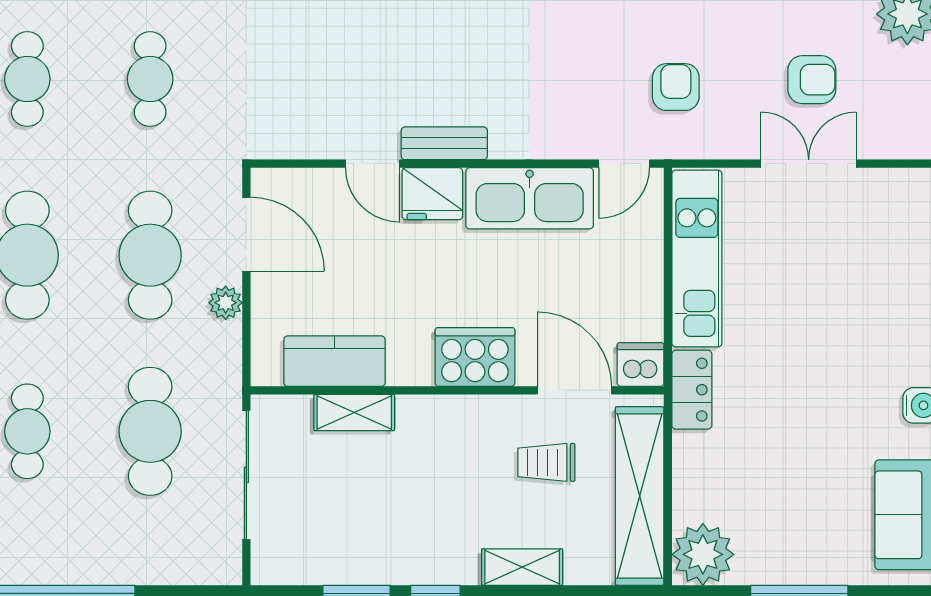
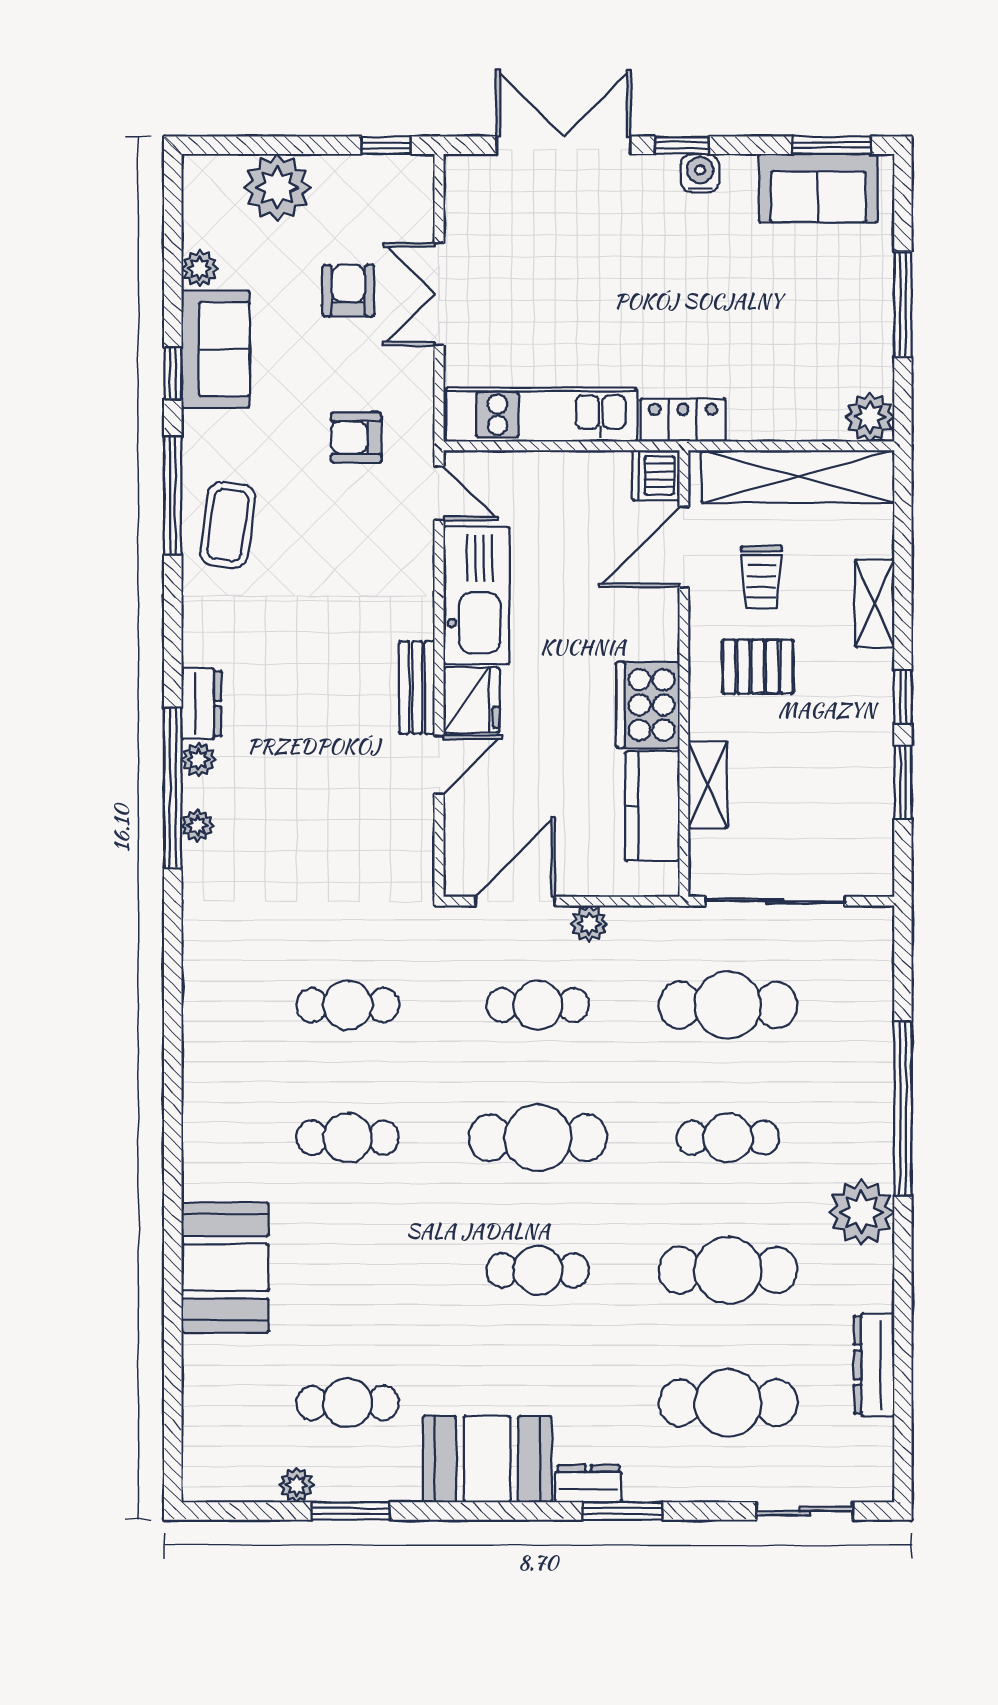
cafe table: (150, 255) -> (538, 1005), width x0.73, depth x0.74
cooker: (475, 357) -> (648, 705), moved
pallet: (464, 459) -> (758, 667), added
plant: (703, 554) -> (870, 417), width x0.73, depth x0.73

